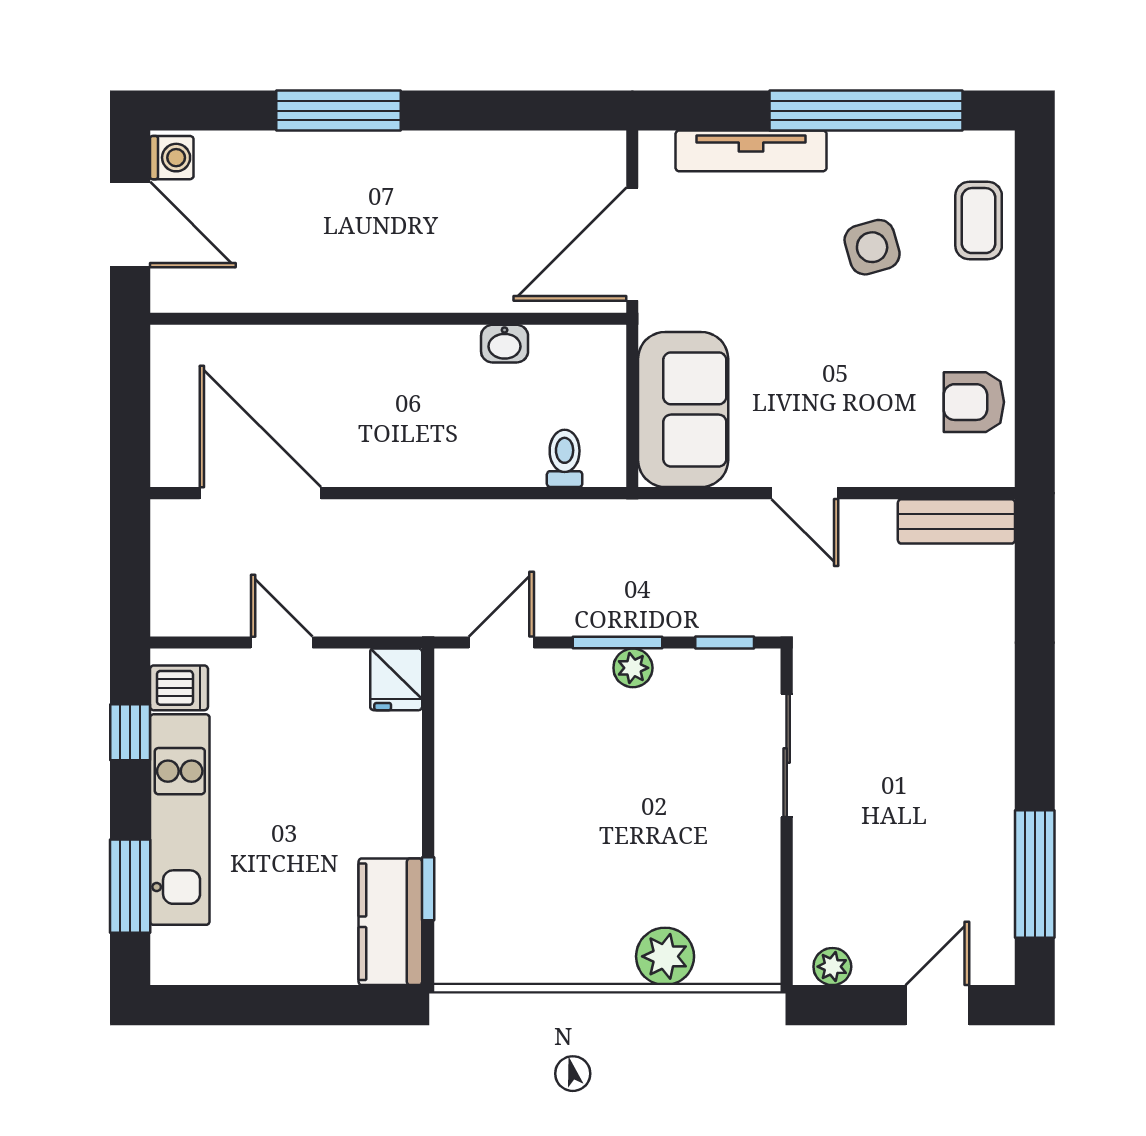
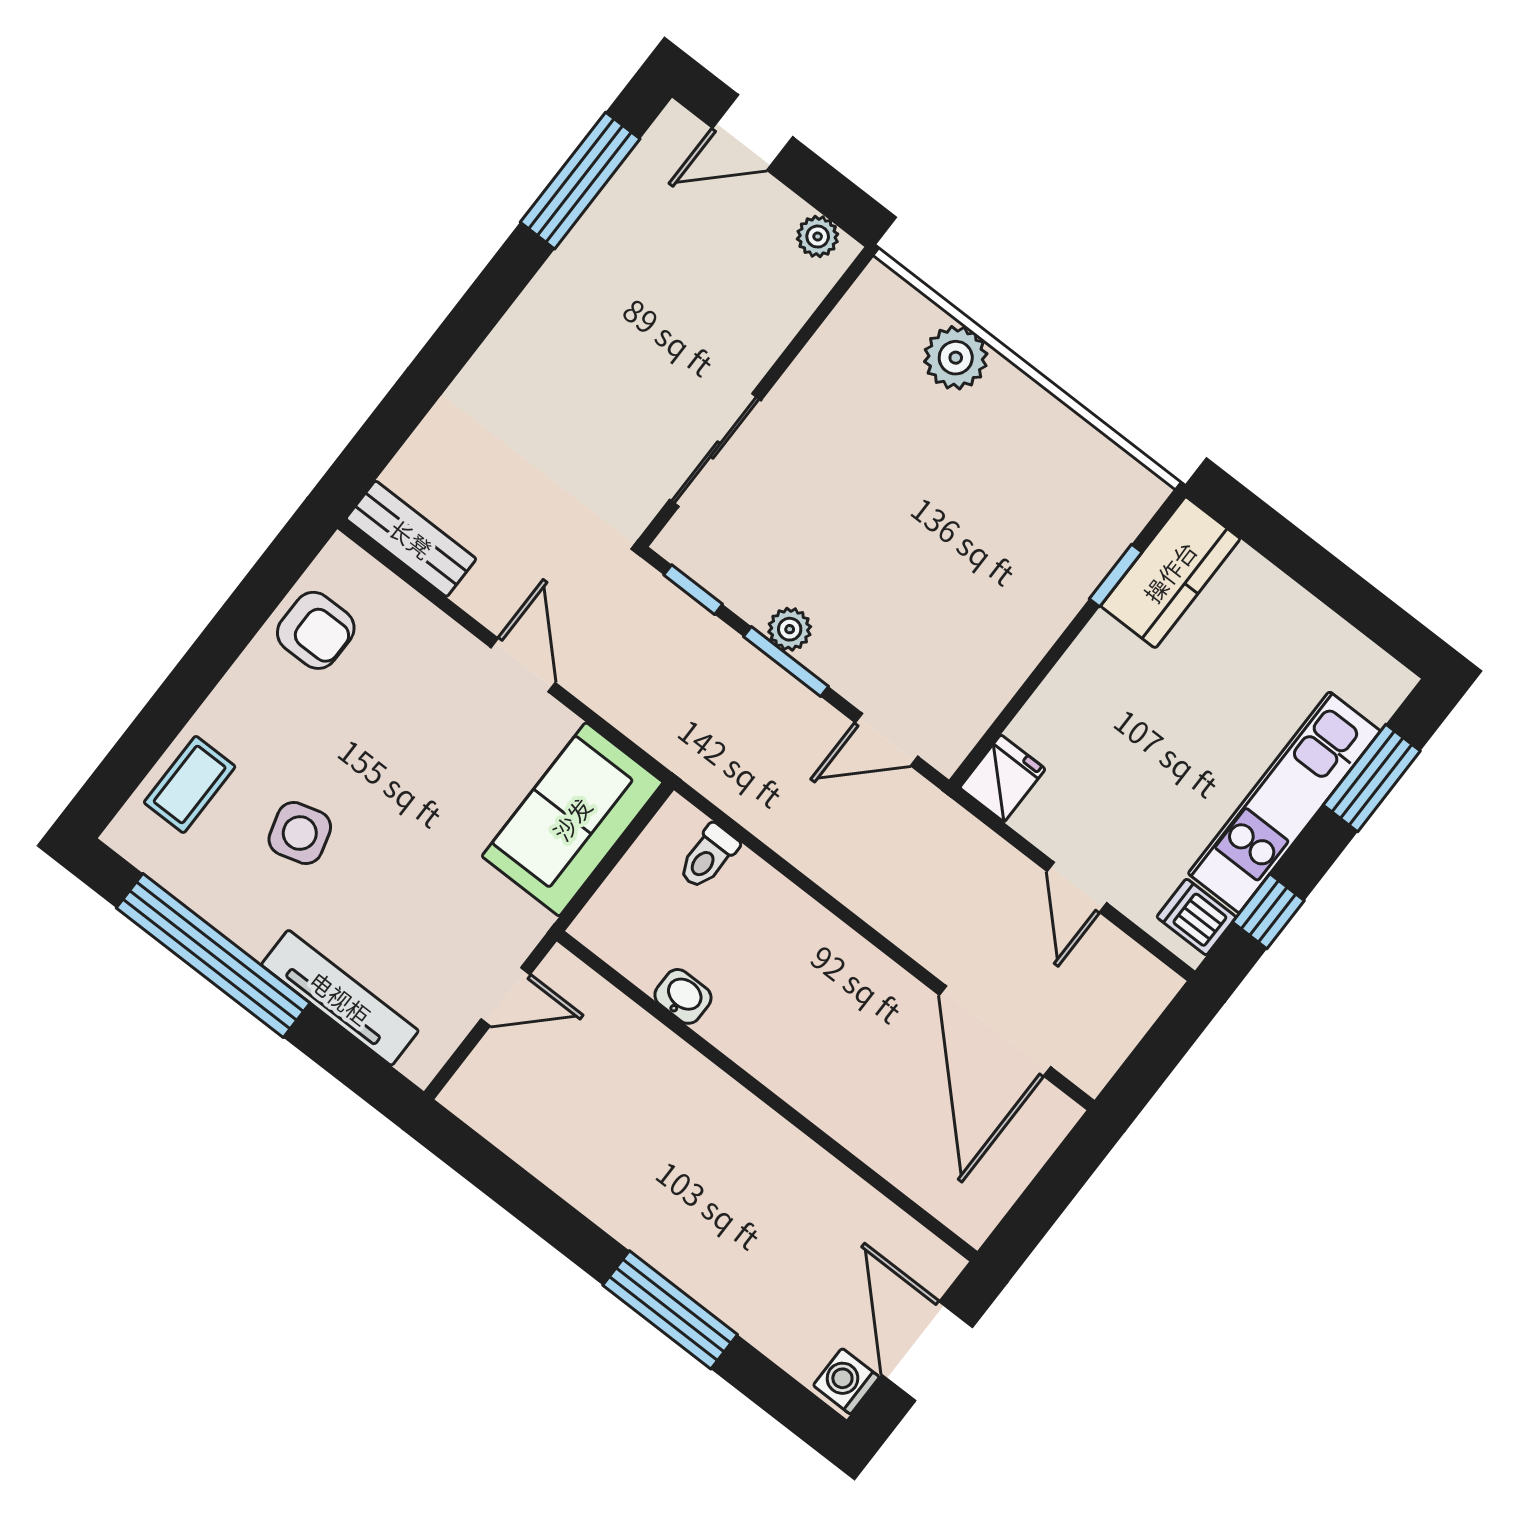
door: (632, 244) -> (505, 997), width x0.53

